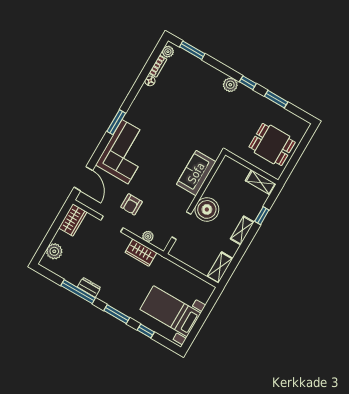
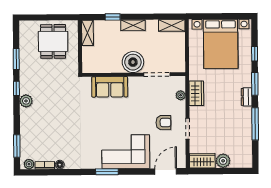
plant: (54, 251) -> (223, 161), moved
dresser: (89, 287) -> (247, 97), moved
bed with nightstands: (170, 311) -> (221, 44), width x1.36

